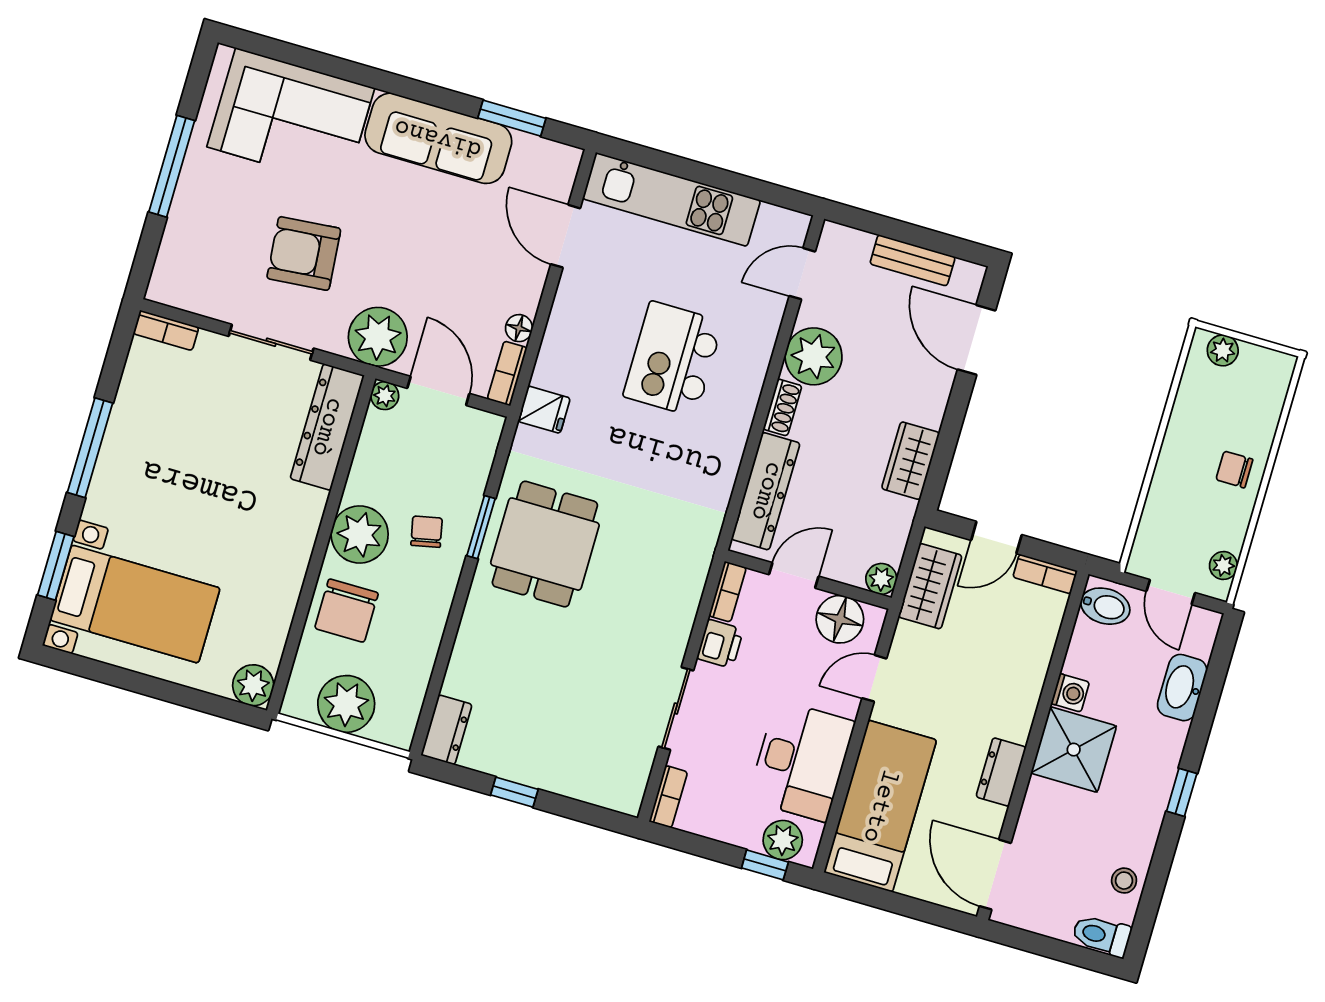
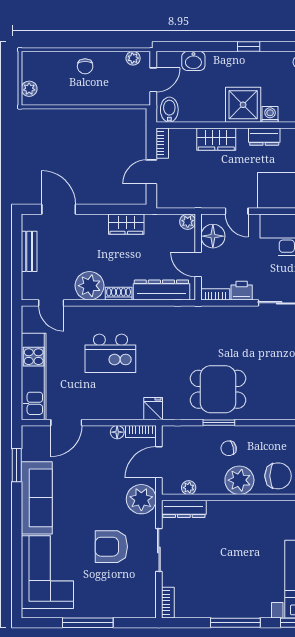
armchair: (304, 253) -> (111, 547), turned 95
door: (976, 340) -> (59, 209), swing flipped
plant: (385, 396) -> (189, 488), moved
dresser: (327, 427) -> (184, 509), width x0.73, depth x0.80
door: (996, 538) -> (151, 172), swing flipped
wardrobe: (930, 586) -> (216, 139), moved, turned 180
washbasin: (1182, 688) -> (193, 61), width x0.72
washing machine: (1070, 693) -> (270, 114), moved

